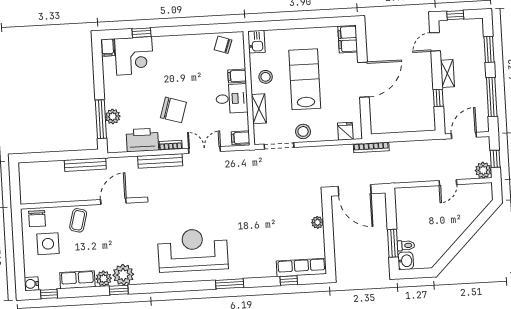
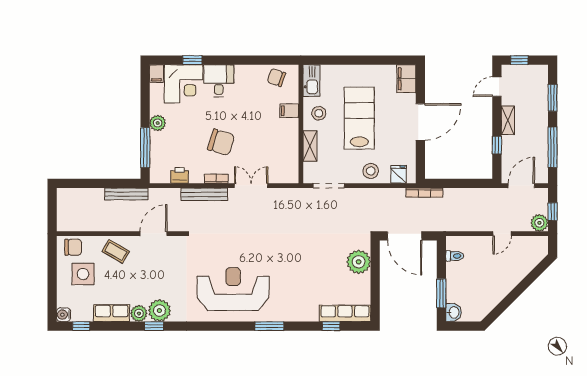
kitchen sink: (256, 42) -> (311, 81), width x1.38
desk: (232, 99) -> (219, 81), moved, turned -90
plant: (113, 116) -> (158, 123), moved
stool: (303, 131) -> (371, 171), moved
filing cabinet: (241, 138) -> (289, 175), removed
printer: (142, 140) -> (180, 175), width x0.53, depth x0.68
chair: (37, 219) -> (73, 247), turned -90
coffee table: (78, 220) -> (116, 251), turned -75
plant: (317, 222) -> (359, 262), width x1.87, depth x1.87
toilet: (406, 246) -> (455, 256), moved

